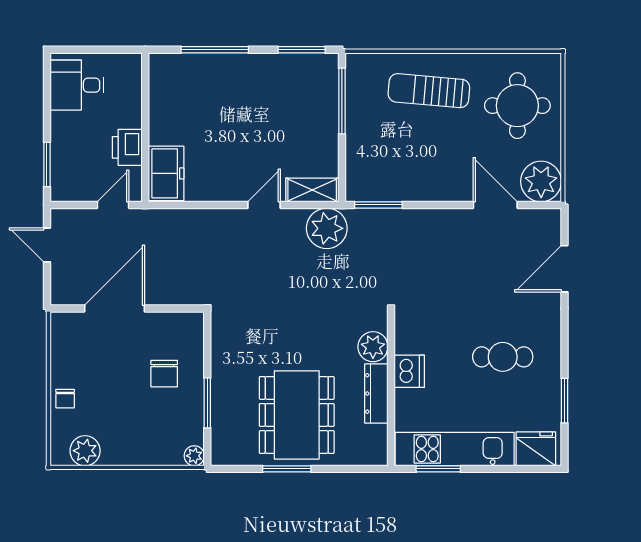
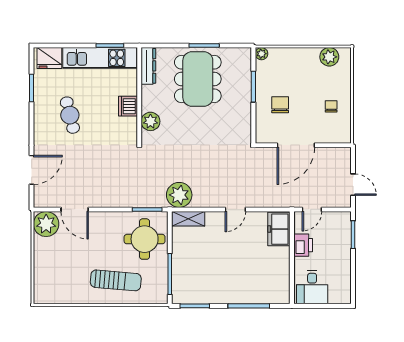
desk: (77, 85) -> (312, 287), moved, turned 90
round table: (517, 106) -> (145, 239), moved
door: (264, 205) -> (235, 209), moved
door: (115, 308) -> (296, 145), moved
cafe table: (503, 357) -> (70, 115), turned 76
dresser: (376, 393) -> (148, 66), moved
chair: (65, 399) -> (331, 106), moved

